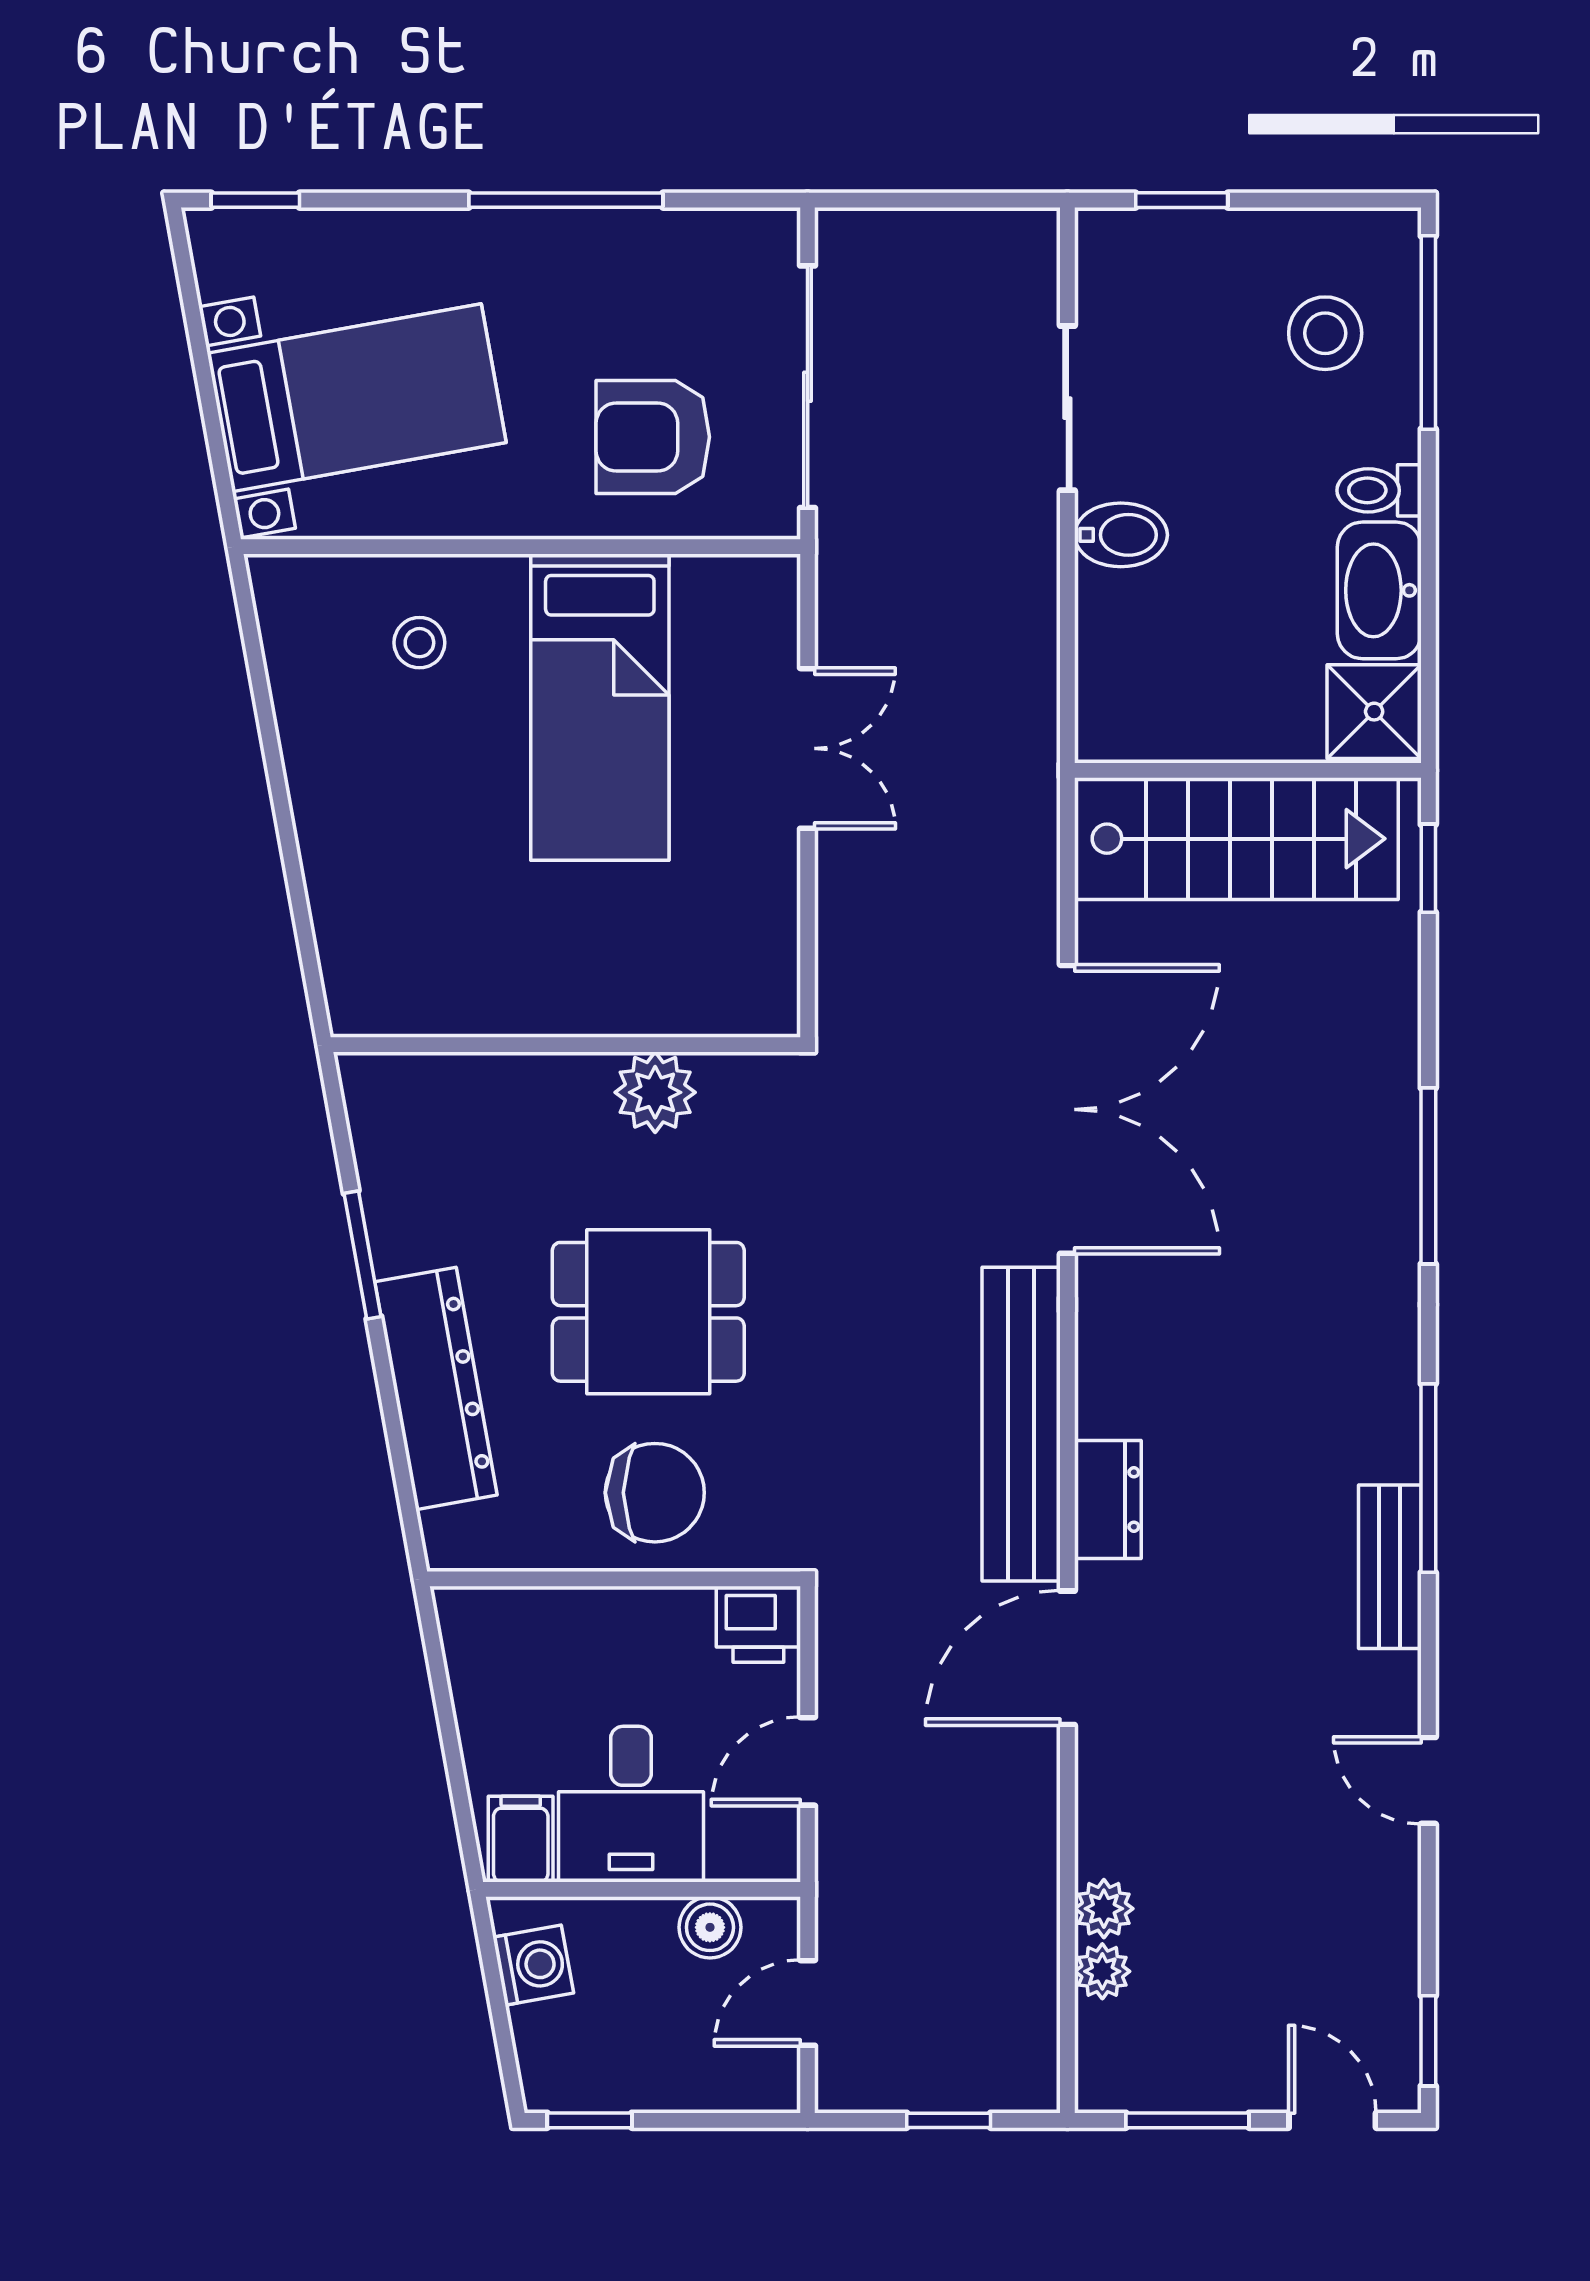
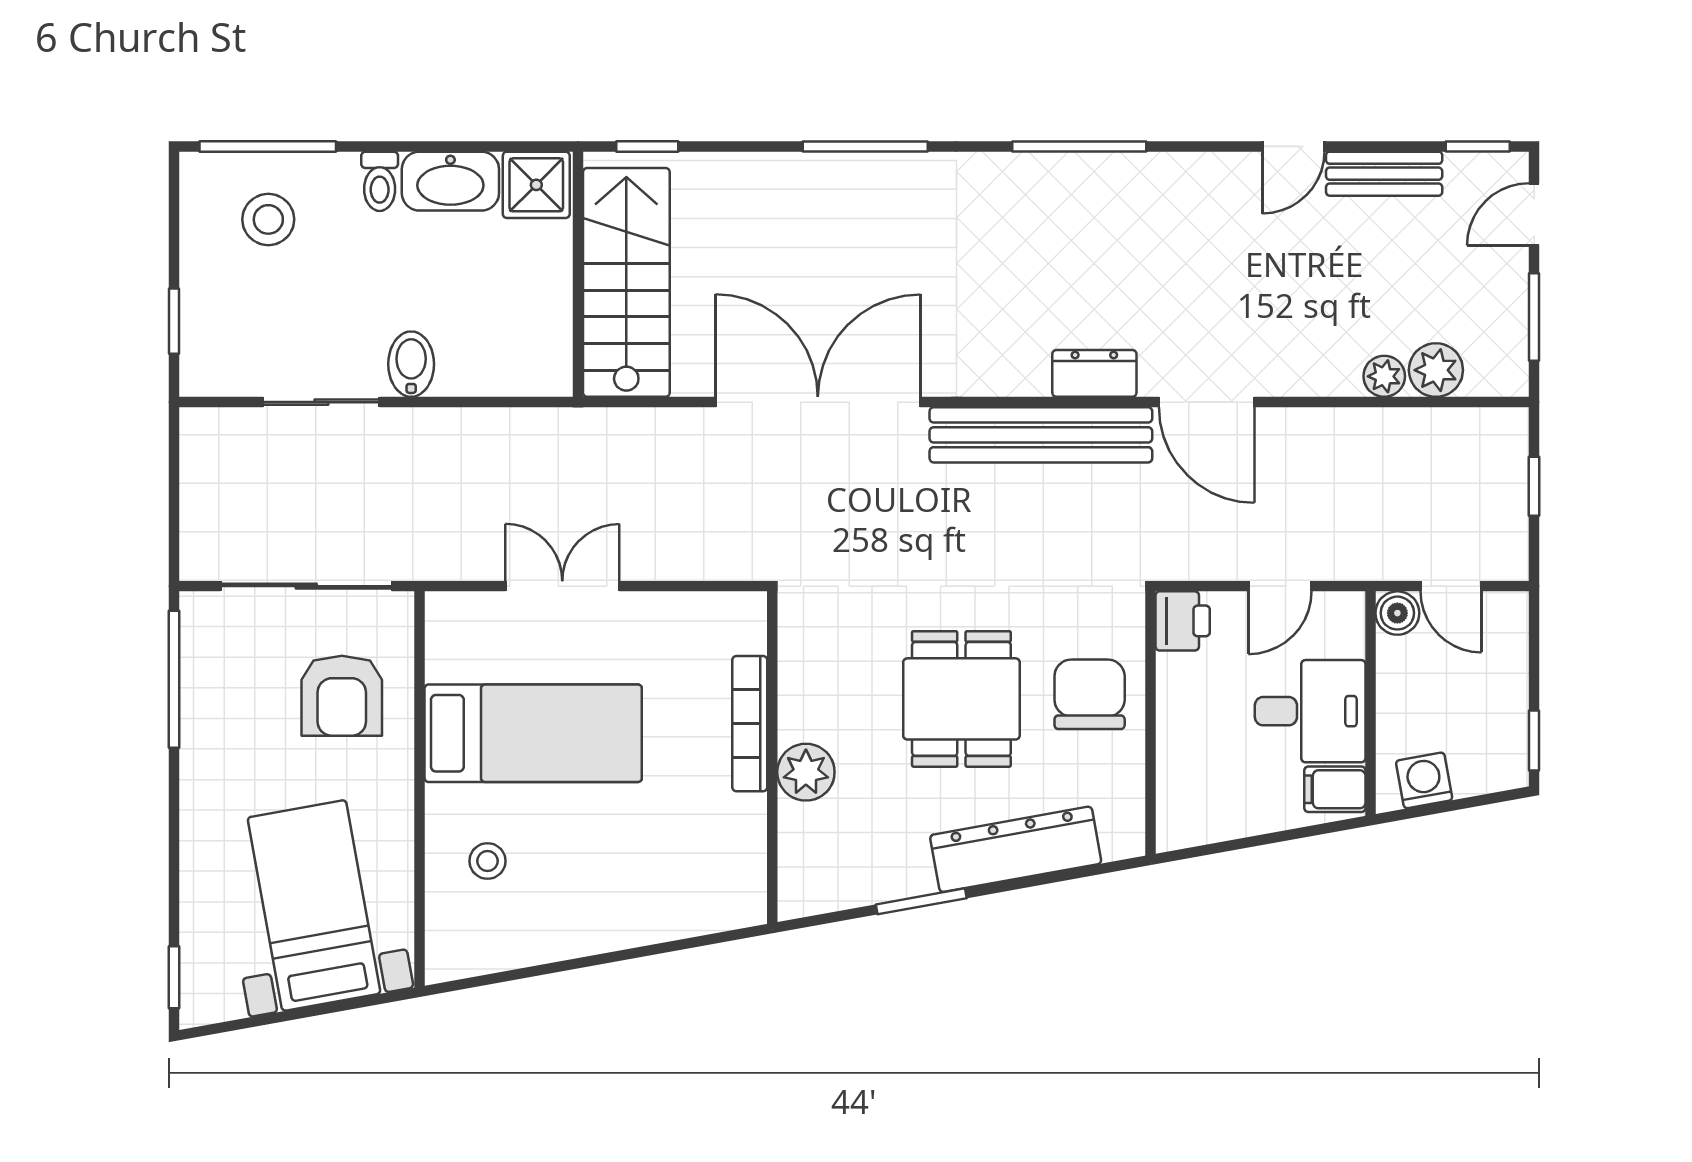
window: (566, 200) -> (174, 679), moved
bookcase: (613, 1013) -> (750, 724), added
plant: (655, 1092) -> (806, 772), moved
bench: (1390, 1567) -> (1384, 174), moved
door: (808, 1761) -> (1280, 586), hinge flipped
boiler: (710, 1927) -> (1397, 613), moved
plant: (1102, 1971) -> (1436, 370), width x1.38, depth x1.38

